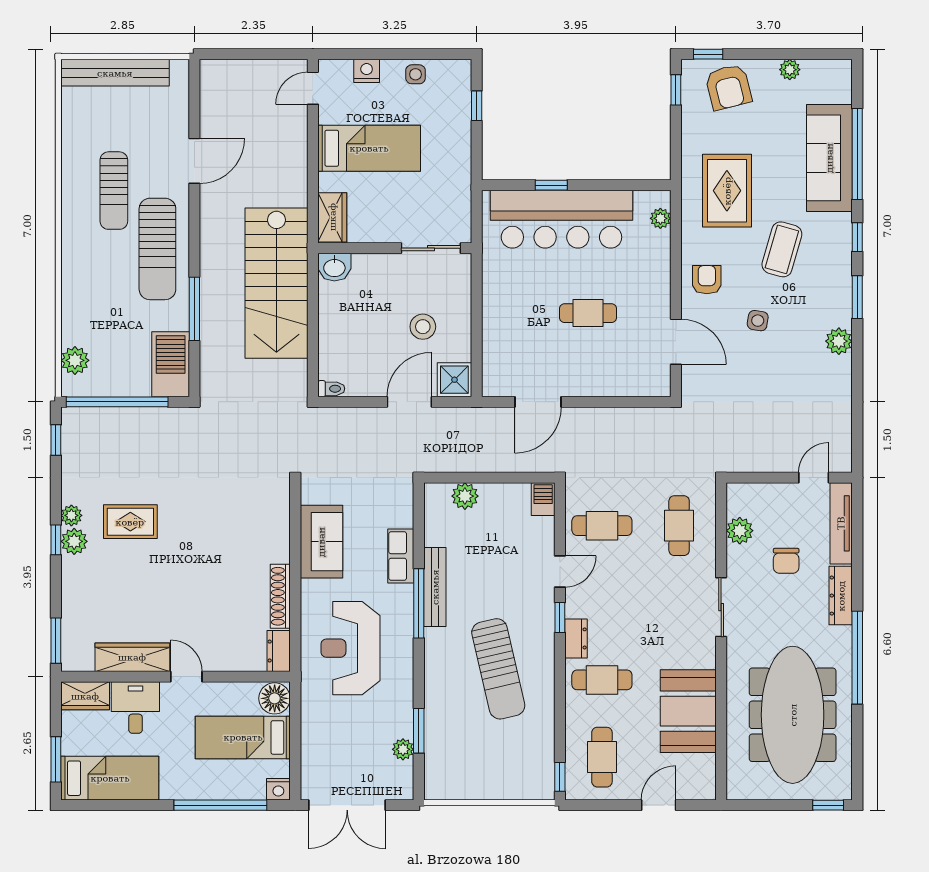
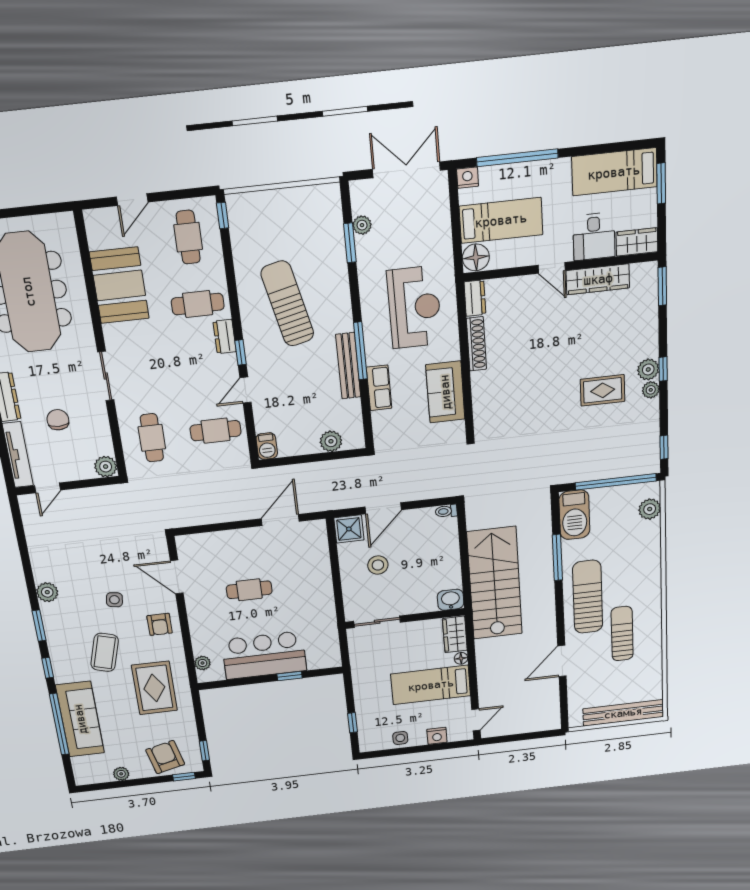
floor lamp: (327, 182) -> (461, 658), added
bar counter: (561, 219) -> (264, 655), width x0.73
plant: (740, 531) -> (106, 467), moved

